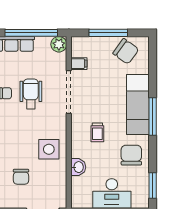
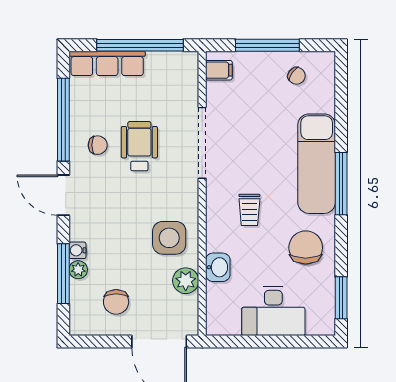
plant: (59, 44) -> (186, 281), moved
chair: (126, 51) -> (297, 76), width x0.54, depth x0.54
filing cabinet: (79, 64) -> (219, 70), moved
chair: (21, 177) -> (116, 302), moved

